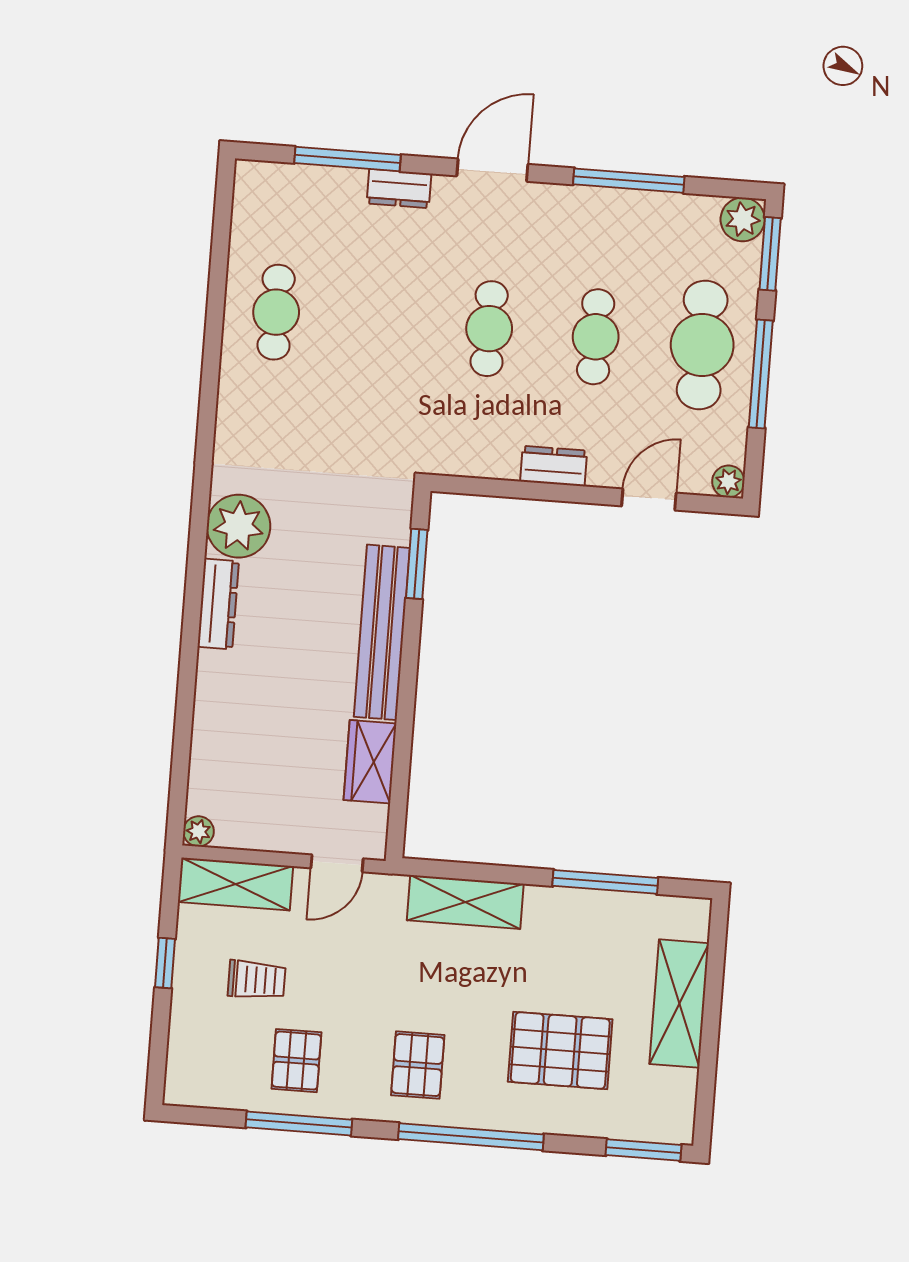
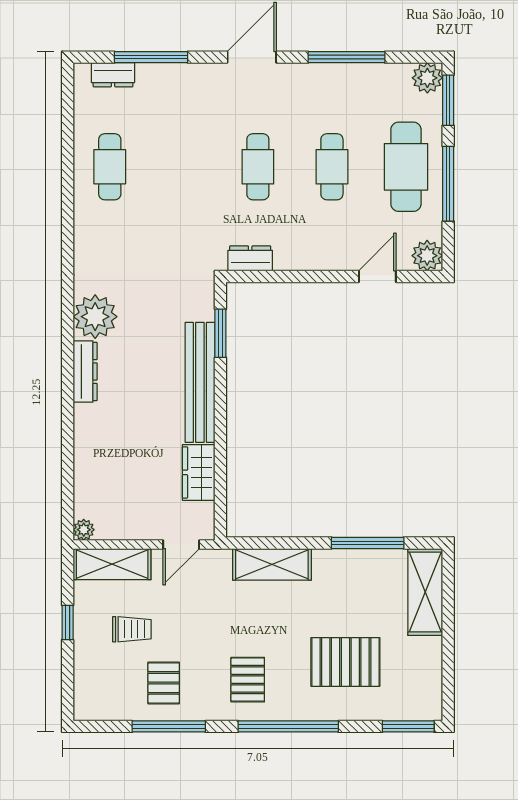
dresser: (399, 188) -> (113, 75), moved
dresser: (554, 466) -> (250, 258), moved
plant: (728, 481) -> (427, 256), width x1.38, depth x1.38
shelving: (679, 1004) -> (425, 592), moved

